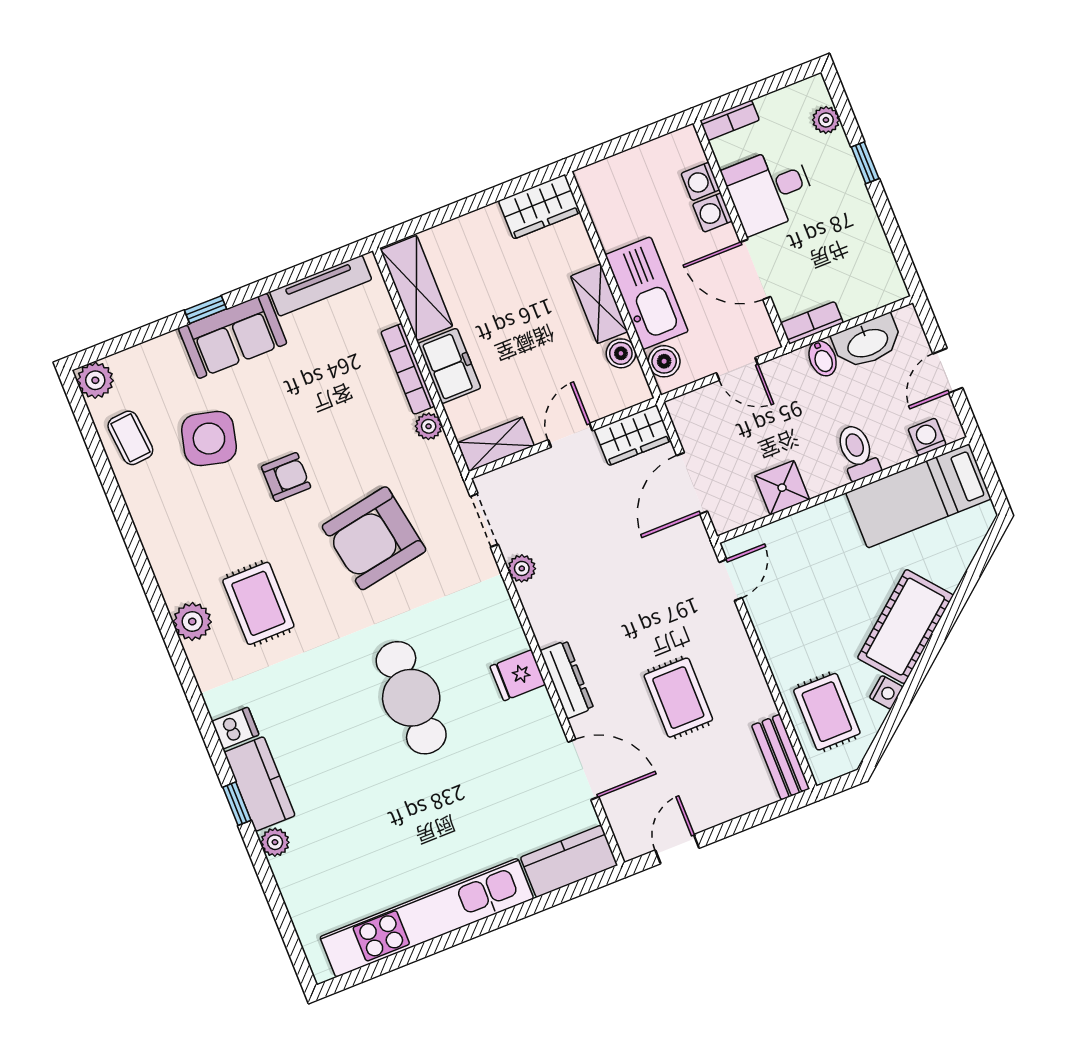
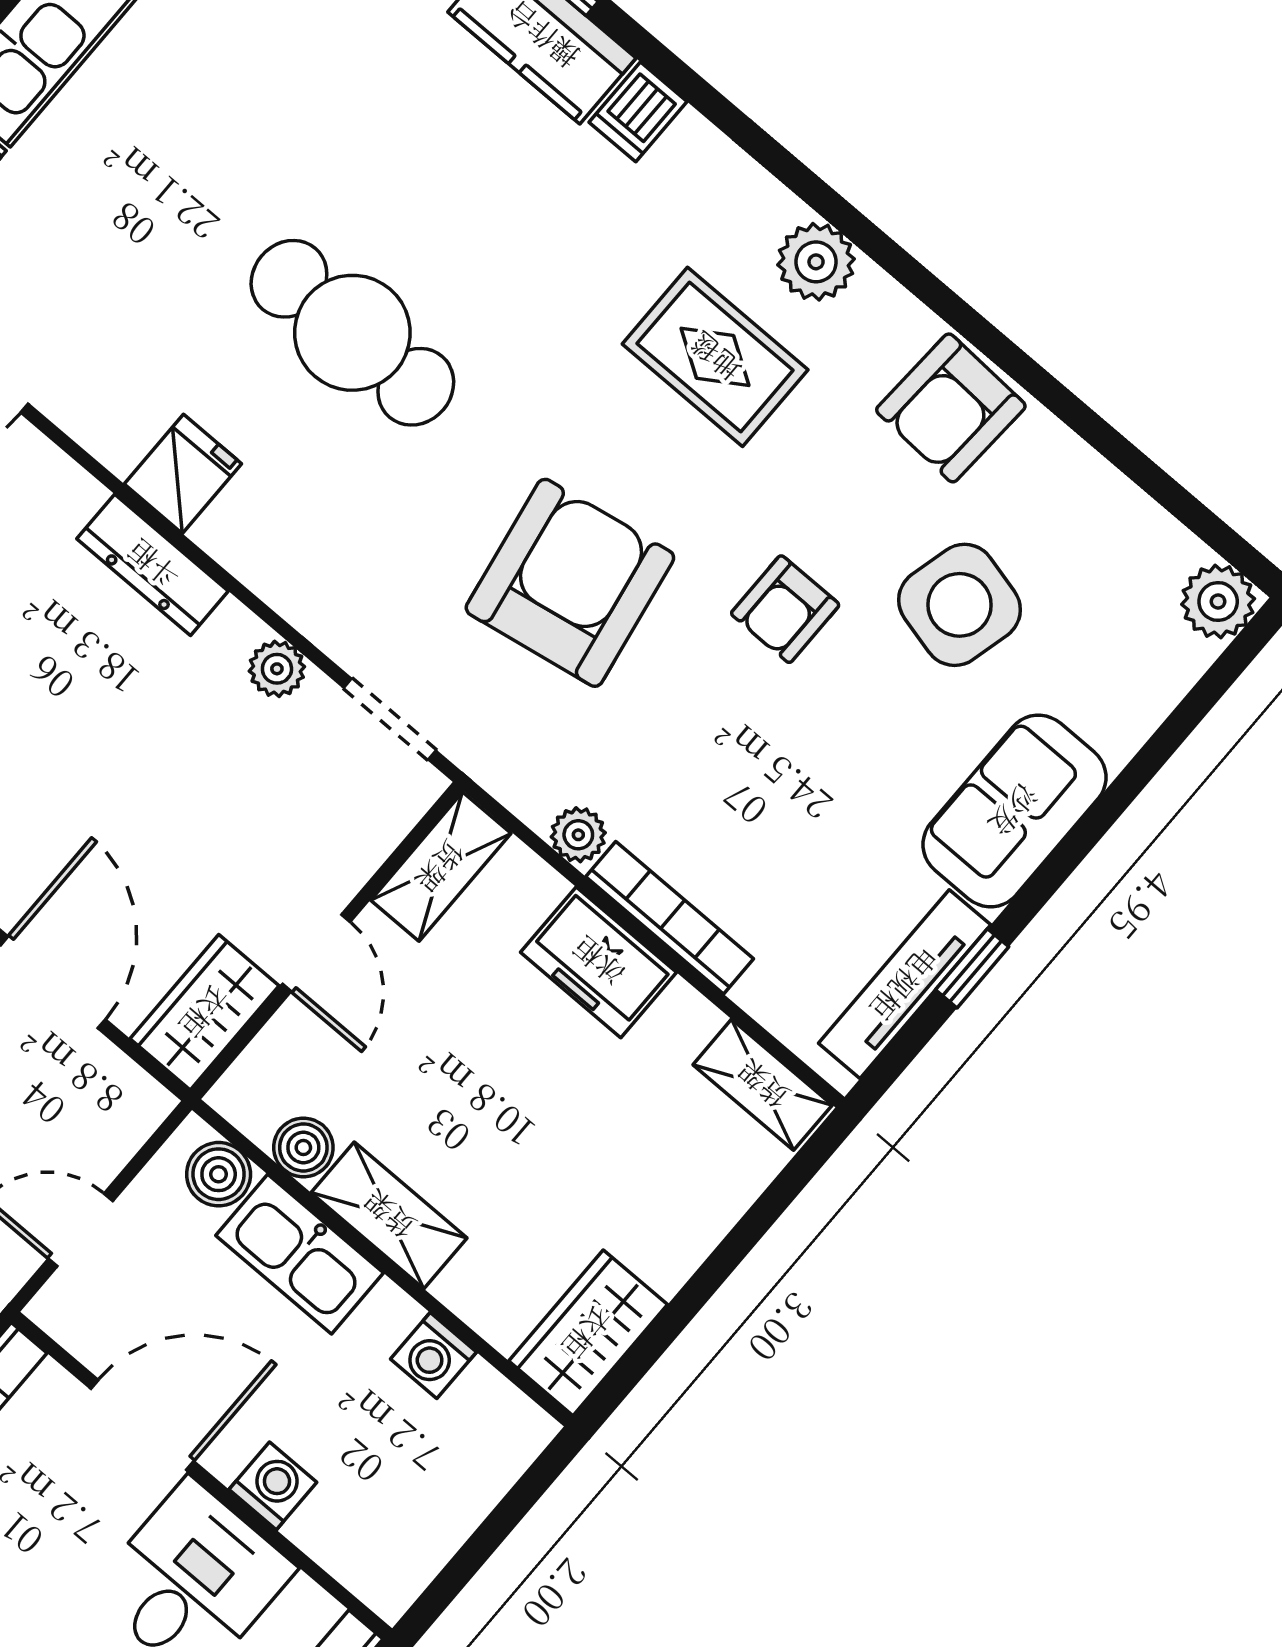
washing machine: (700, 182) -> (434, 1356), moved, turned 180
shelving: (417, 288) -> (763, 1085), width x0.67, depth x0.75
kitchen sink: (647, 293) -> (300, 1254), width x0.73, depth x0.81
window: (205, 310) -> (972, 968), moved
coffee table: (130, 438) -> (1101, 532), removed
armchair: (167, 527) -> (951, 408), added
dresser: (567, 680) -> (153, 565), moved

